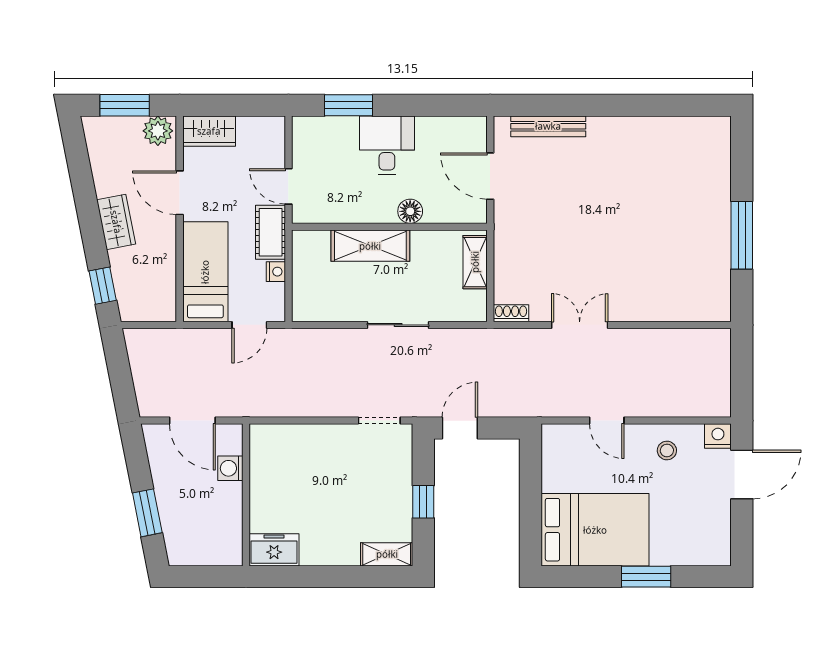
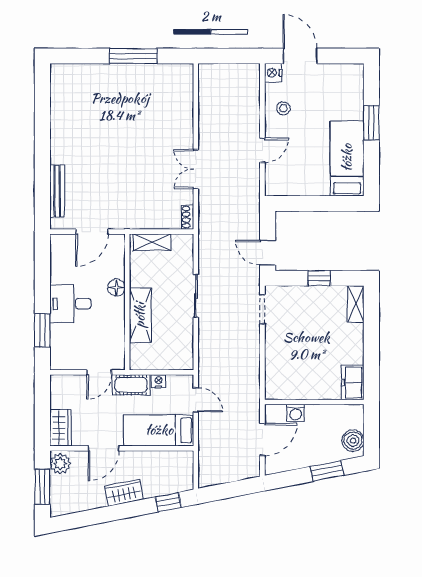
bed: (595, 530) -> (347, 158), width x0.67
boiler: (191, 550) -> (353, 441), added

